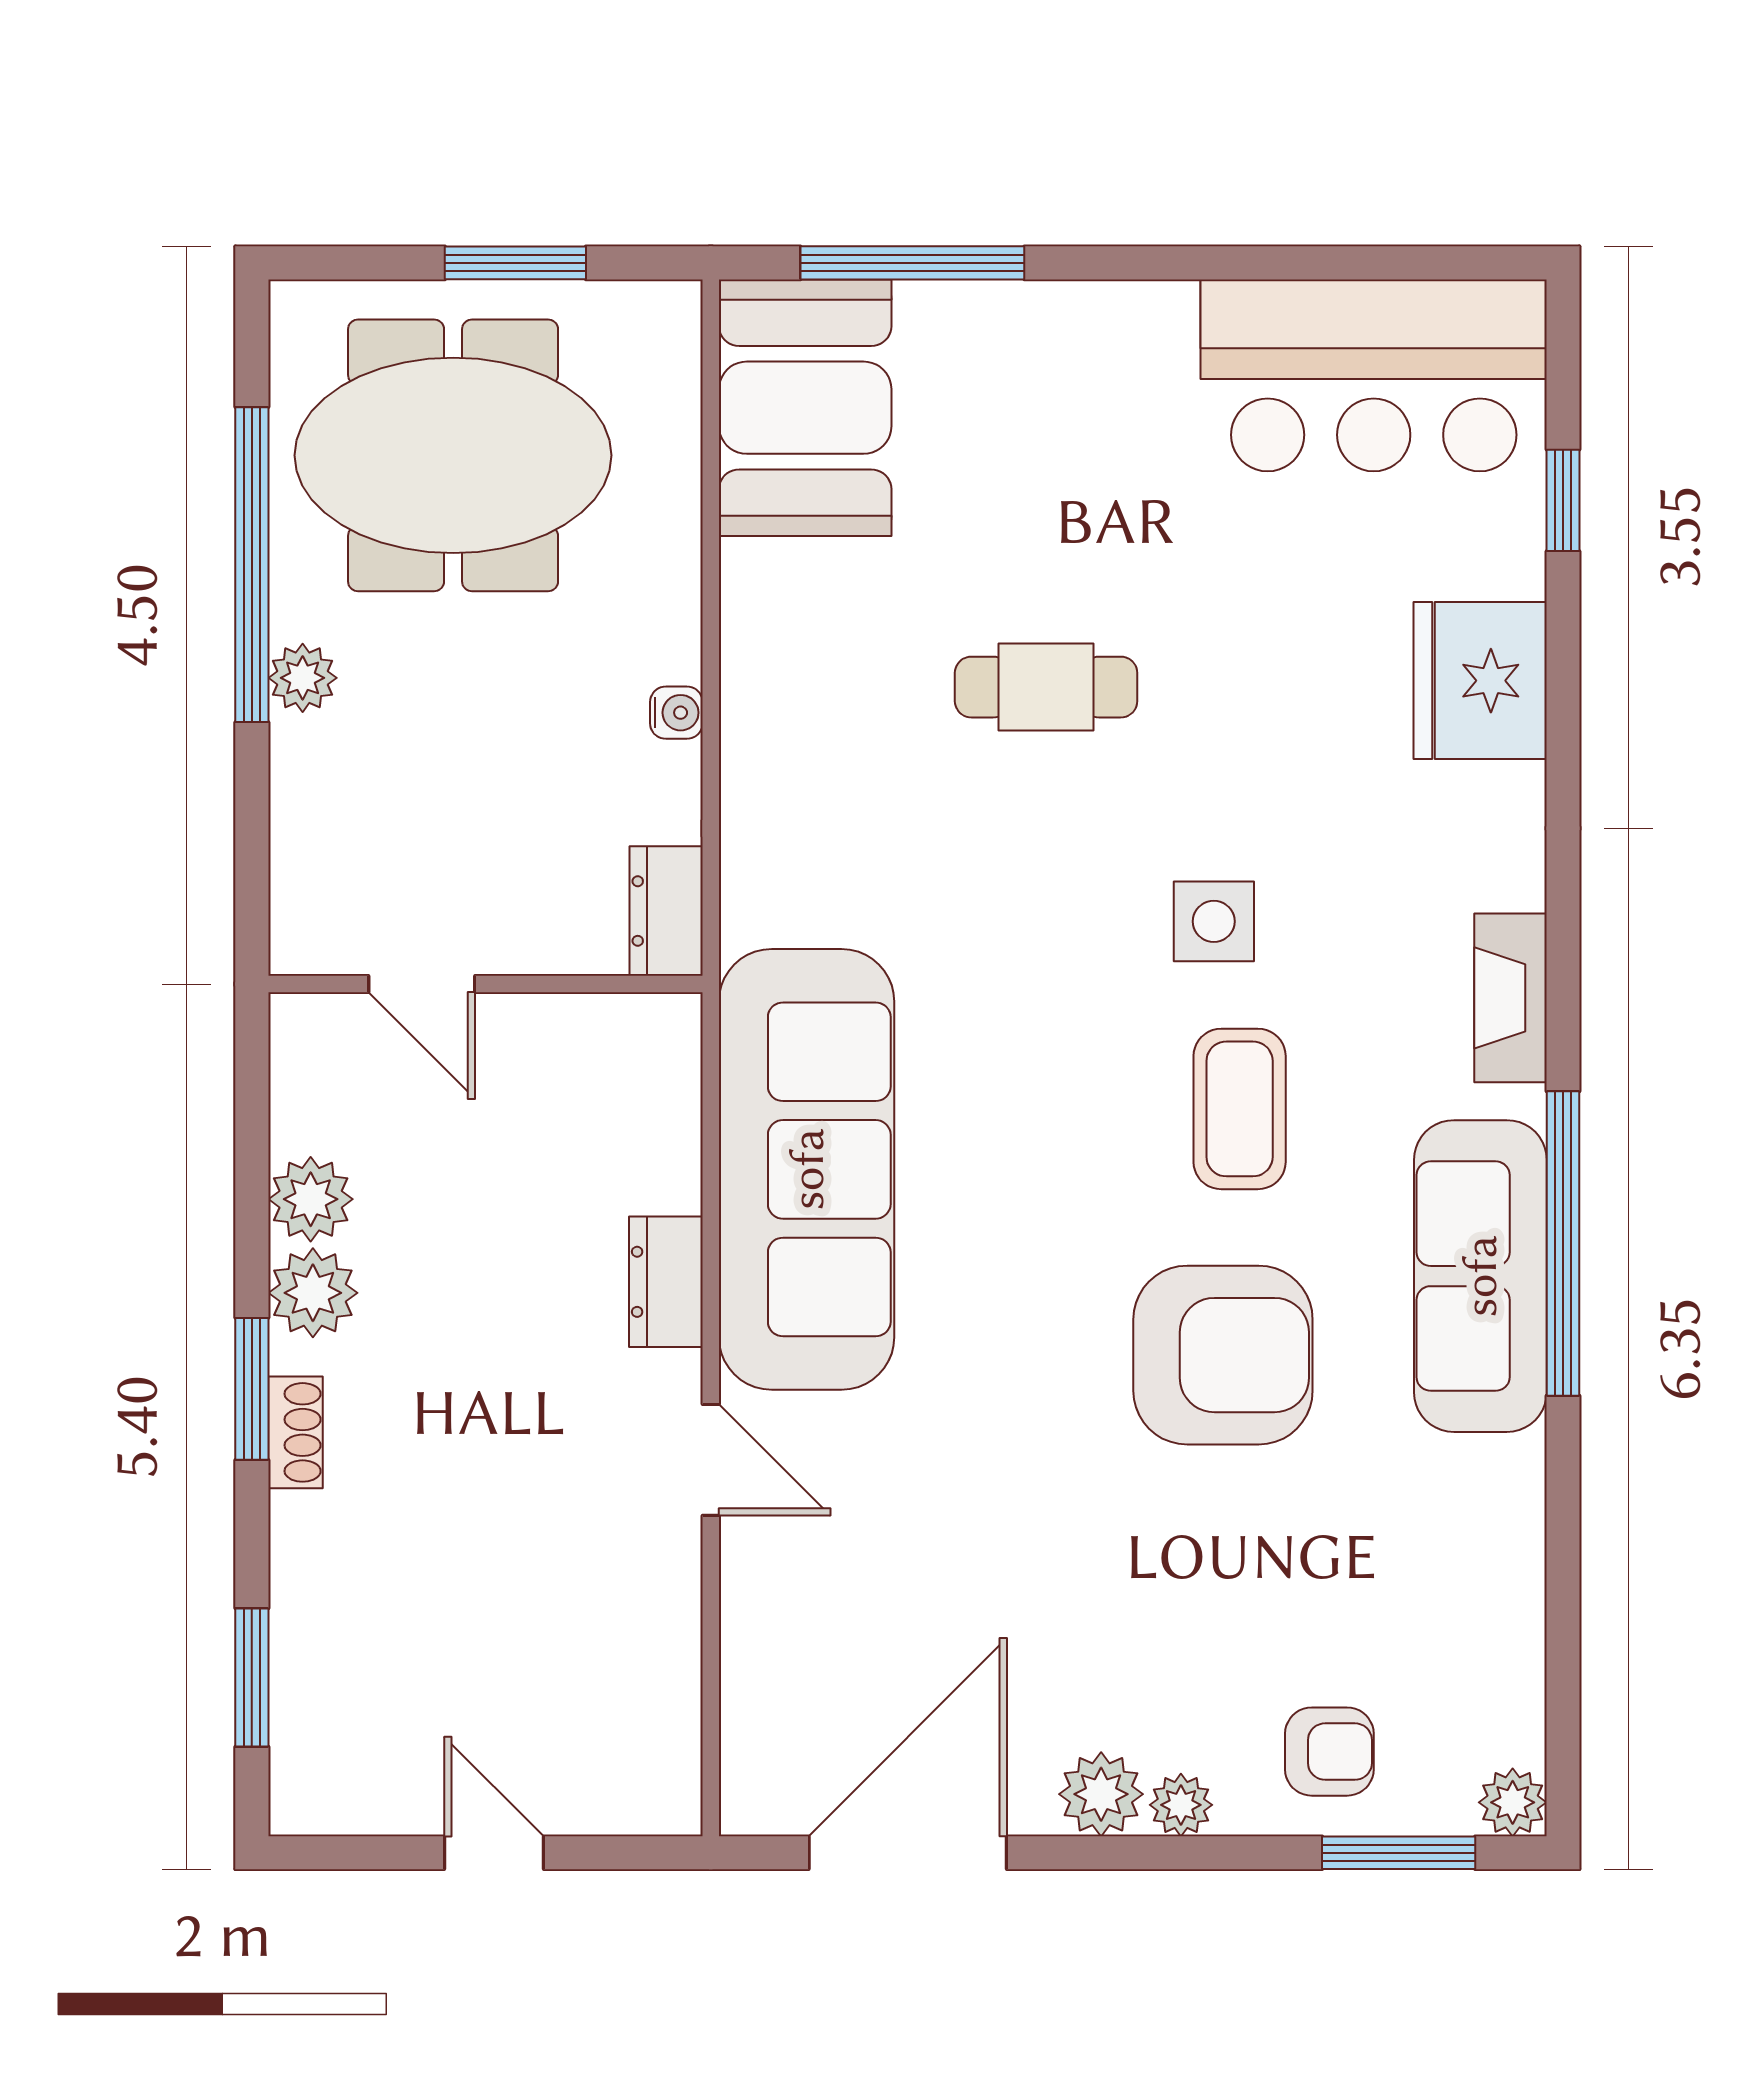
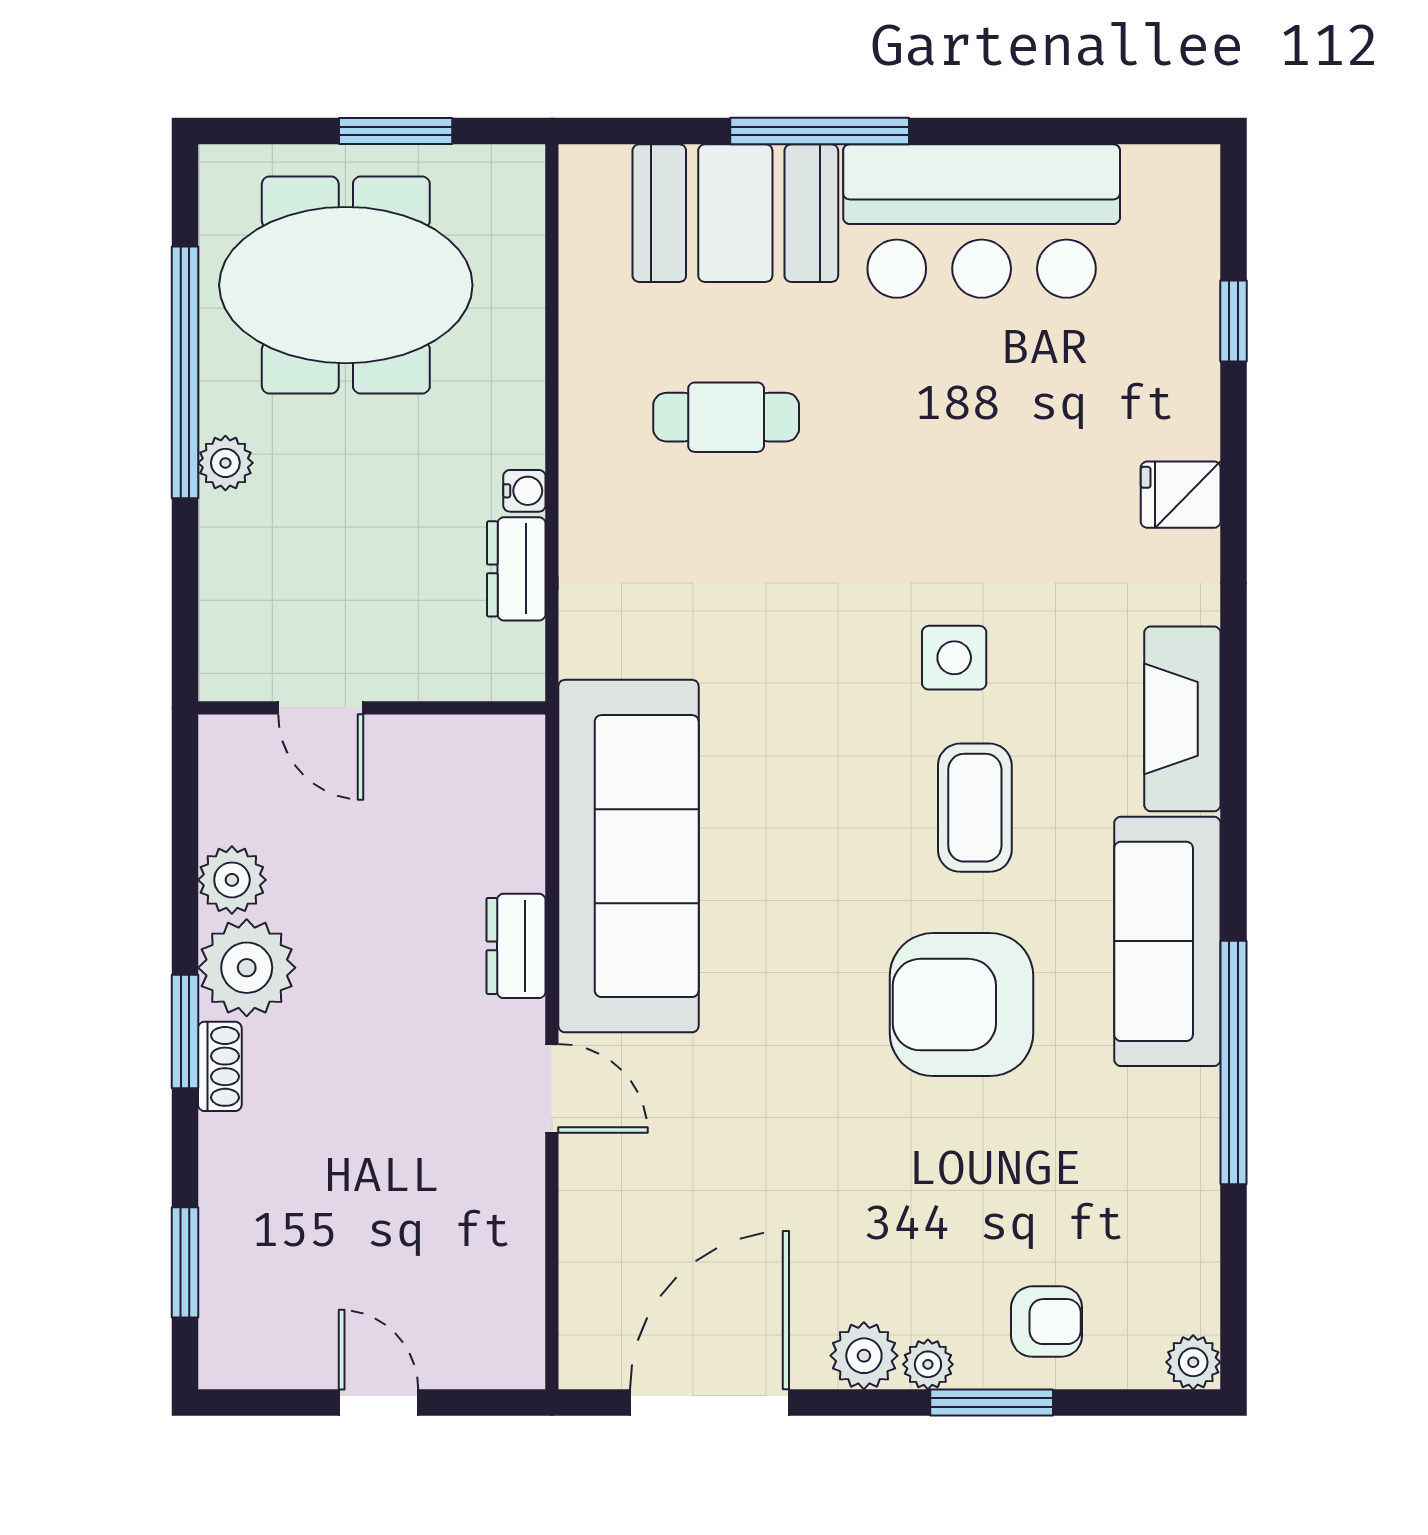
window: (912, 263) -> (820, 131), moved
bar counter: (1374, 375) -> (982, 221), moved
booth: (805, 408) -> (735, 213), moved, turned 90
fridge: (1480, 681) -> (1181, 495), width x0.53, depth x0.75
cafe table: (1046, 687) -> (726, 417), moved
dresser: (666, 911) -> (516, 569), moved
fireplace: (1511, 998) -> (1182, 719), width x1.37, depth x1.32
window: (1563, 1244) -> (1233, 1062), moved
plant: (313, 1293) -> (247, 968), width x1.36, depth x1.36
armchair: (1223, 1355) -> (961, 1005), turned 180
window: (1399, 1853) -> (992, 1402), moved

